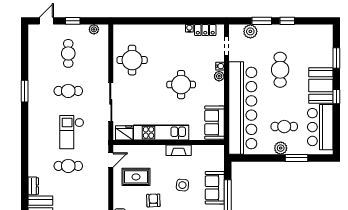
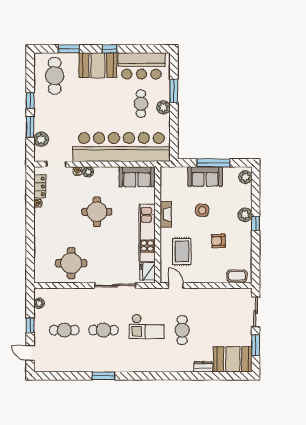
cafe table: (280, 70) -> (55, 76), moved, turned 90
cafe table: (68, 91) -> (104, 330), turned 90
rug: (136, 177) -> (182, 251), moved

